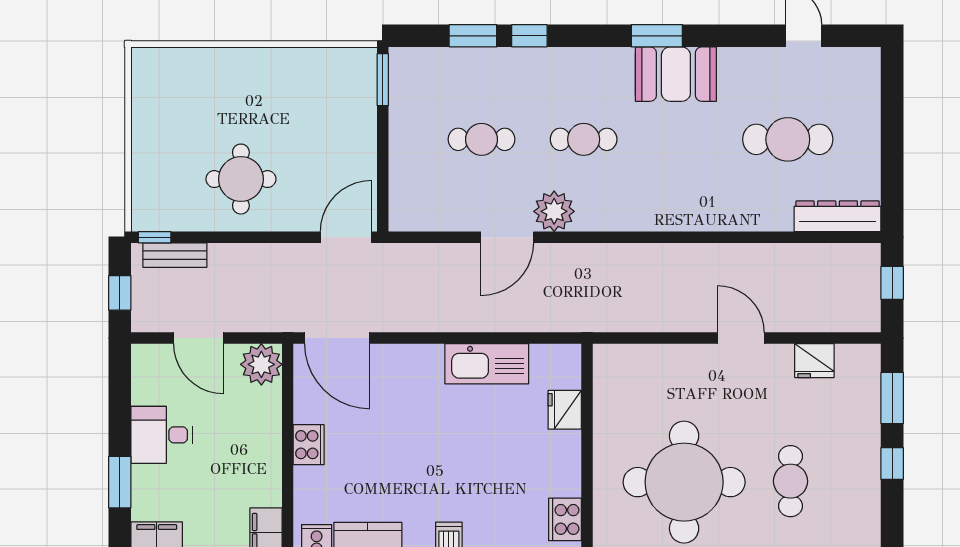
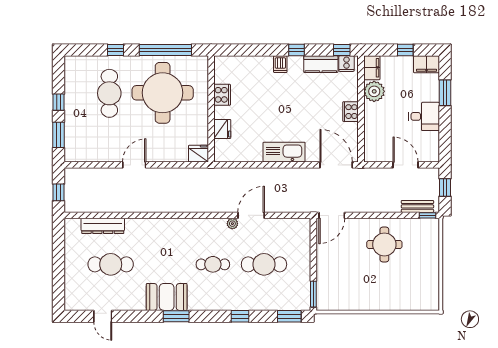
window: (473, 36) -> (289, 316), moved
cafe table: (481, 139) -> (264, 264), width x1.37, depth x1.35
plant: (554, 211) -> (232, 224), width x0.53, depth x0.53
dresser: (838, 216) -> (103, 226), moved
door: (741, 338) -> (134, 165), swing flipped
fridge: (814, 361) -> (198, 154), moved
plant: (261, 364) -> (374, 91), moved
kitchen sink: (487, 364) -> (284, 152), moved
cafe table: (790, 481) -> (109, 93), width x1.37, depth x1.35
cooker: (565, 519) -> (222, 95), moved

